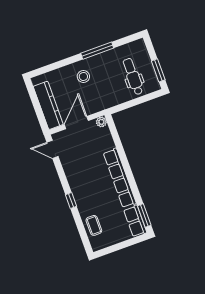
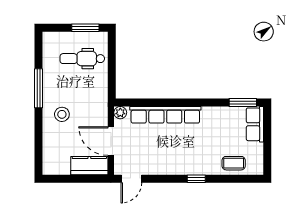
kitchen counter: (48, 105) -> (89, 166), width x0.67
row of seats: (120, 178) -> (165, 115), moved
row of seats: (135, 221) -> (255, 124), moved, turned 90

